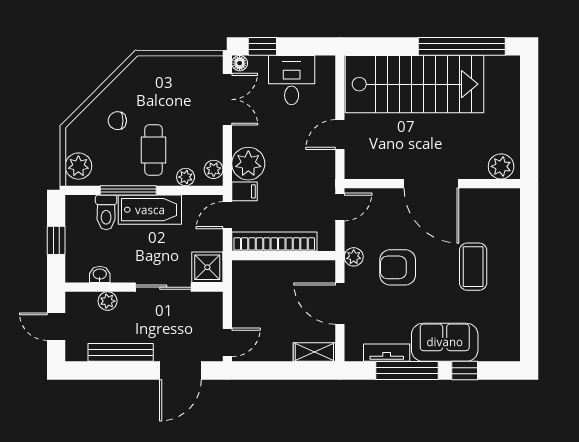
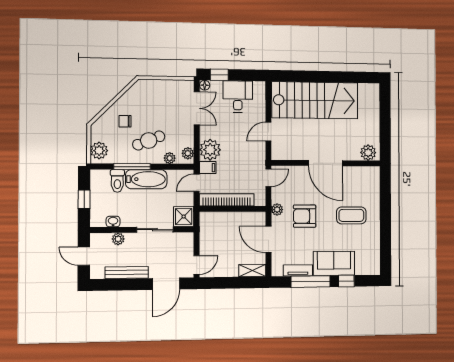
window: (462, 46) -> (344, 77), removed
cafe table: (154, 150) -> (149, 140), turned 68
coffee table: (473, 267) -> (351, 215), turned 90

